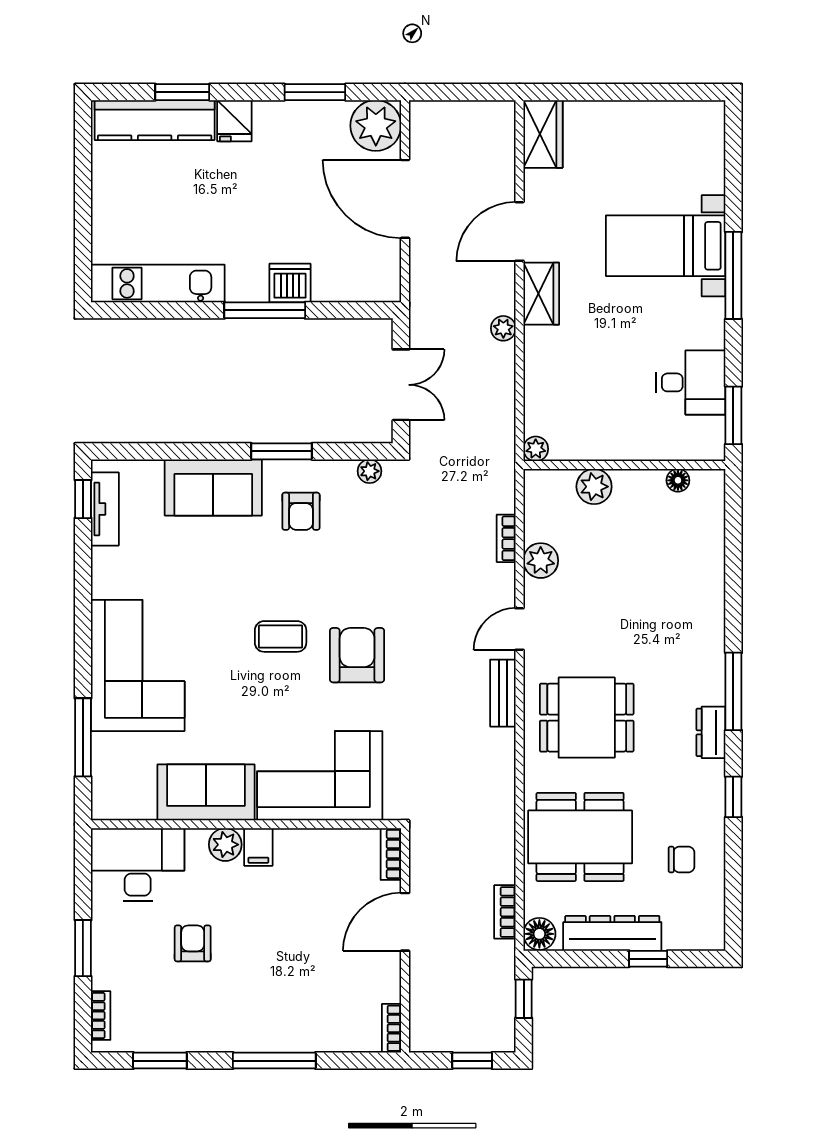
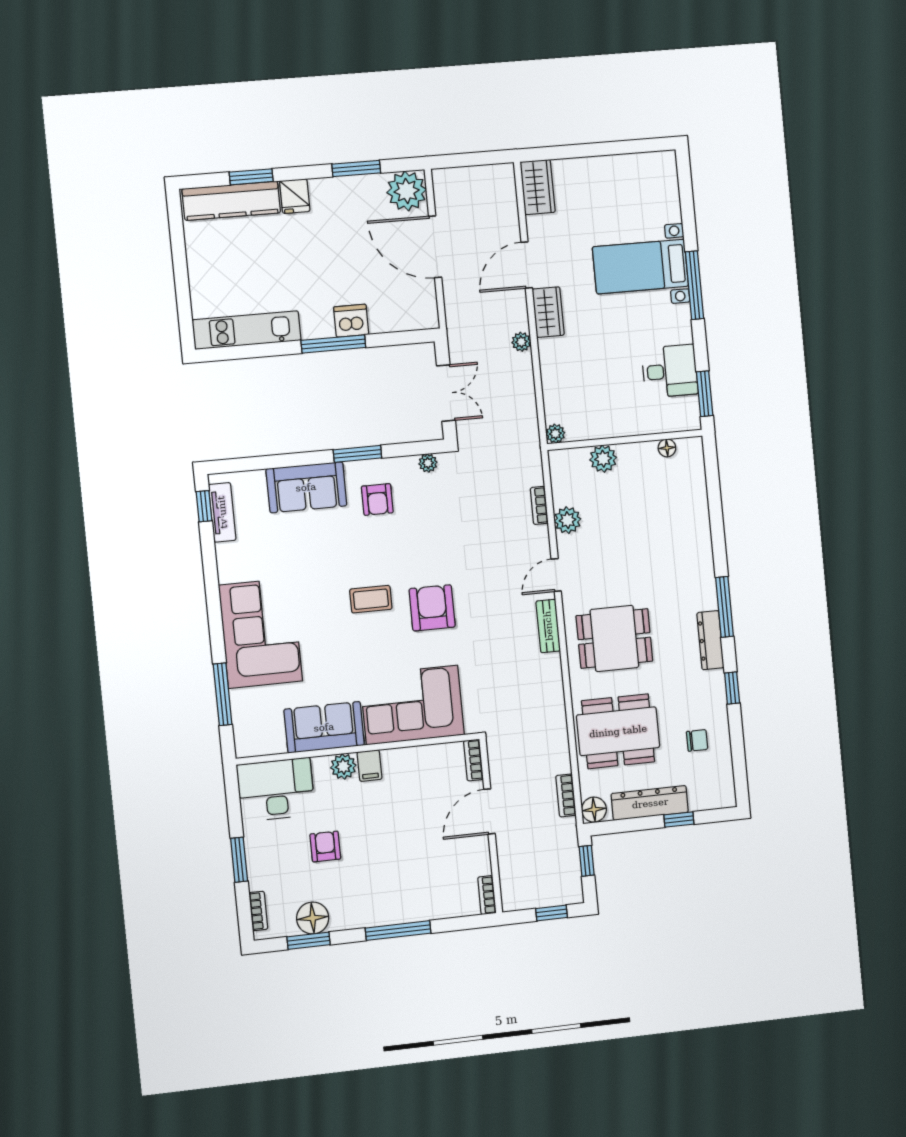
dresser: (711, 732) -> (710, 640), width x1.44
floor lamp: (168, 1032) -> (313, 918), added

